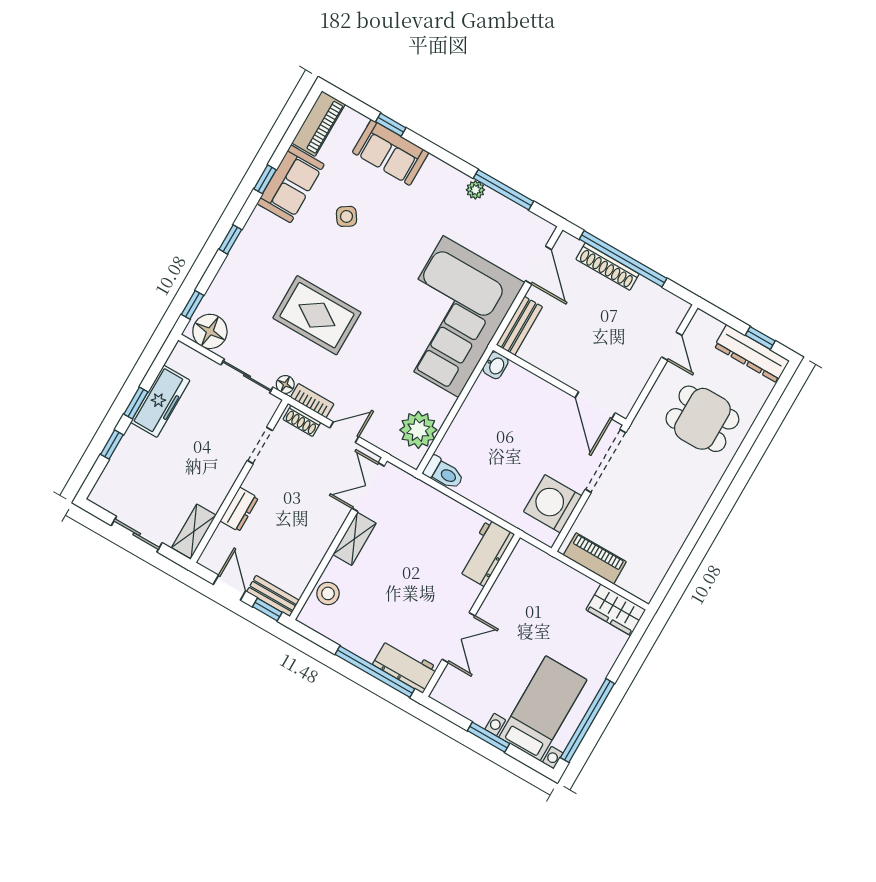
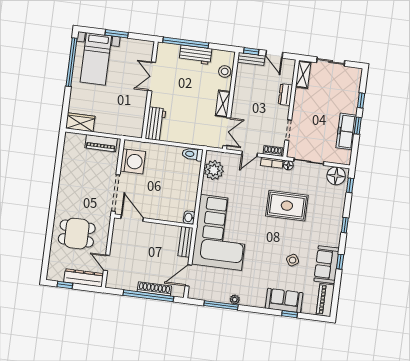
door: (539, 265) -> (188, 275), hinge flipped
dresser: (752, 354) -> (84, 278), moved
workbench: (405, 666) -> (196, 55), moved

